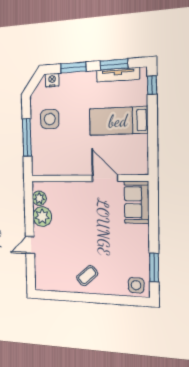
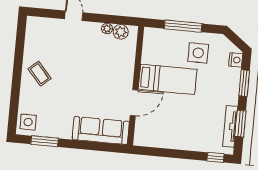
bed: (118, 121) -> (168, 79), moved, turned 90
sofa: (137, 202) -> (101, 130), width x1.36
plant: (42, 217) -> (107, 29), width x0.53, depth x0.53

